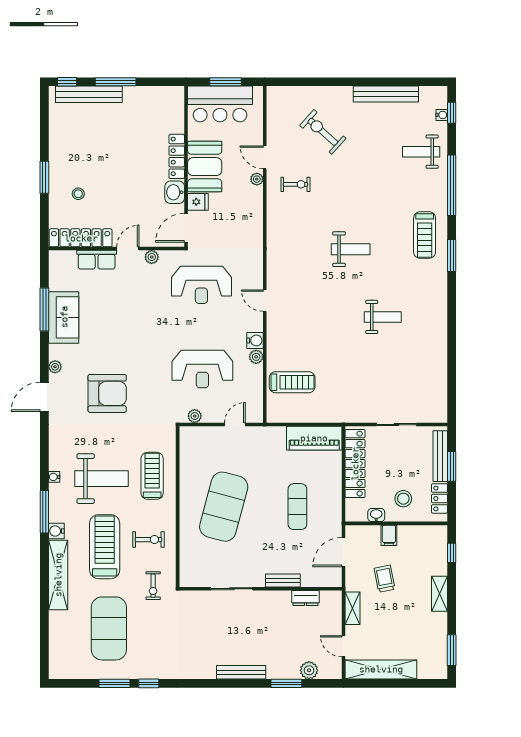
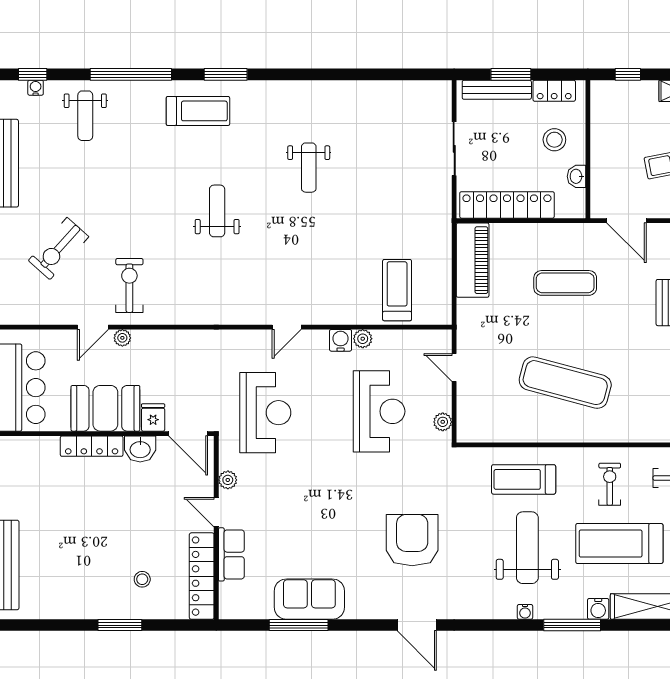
exercise bike: (296, 184) -> (129, 285), width x1.38, depth x1.39
weight bench: (383, 317) -> (309, 168), turned 180
plant: (55, 367) -> (376, 611), removed
exercise mat: (224, 507) -> (565, 383), width x0.68
filing cabinet: (389, 535) -> (604, 159), removed

